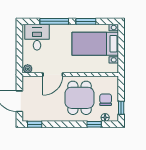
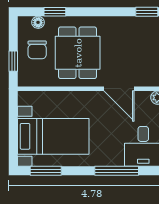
window: (86, 21) -> (46, 171), moved
door: (53, 75) -> (119, 89), swing flipped
window: (121, 108) -> (13, 61), moved

